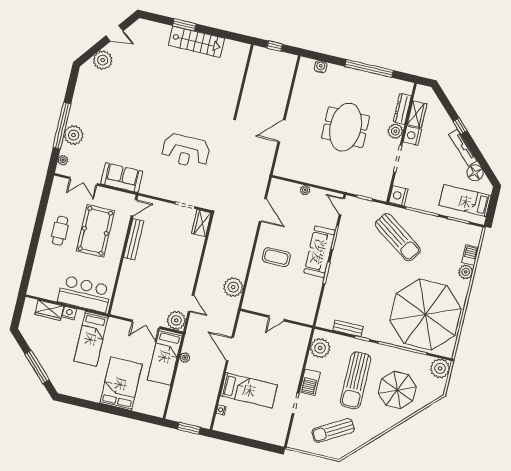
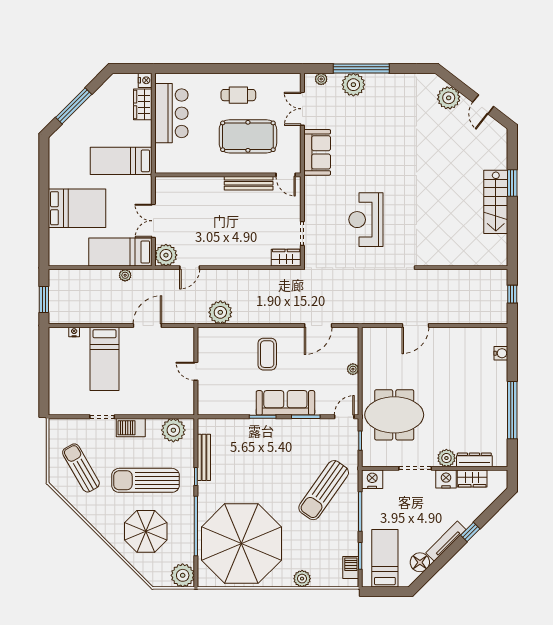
meeting table: (346, 127) -> (394, 415), moved
door: (282, 131) -> (415, 325), swing flipped
barbecue: (470, 255) -> (351, 568), moved, turned -90
bar counter: (84, 294) -> (171, 113), moved
nightstand: (69, 313) -> (145, 80), moved
bench: (348, 328) -> (204, 457), width x1.36

